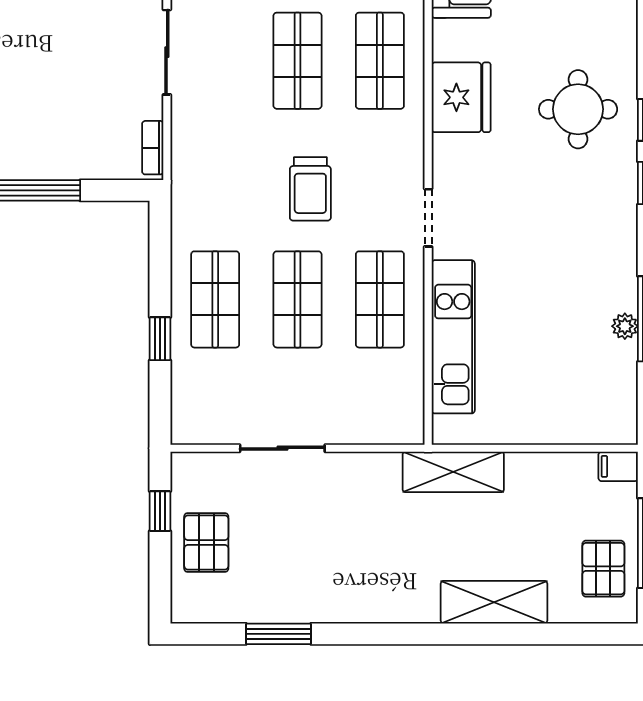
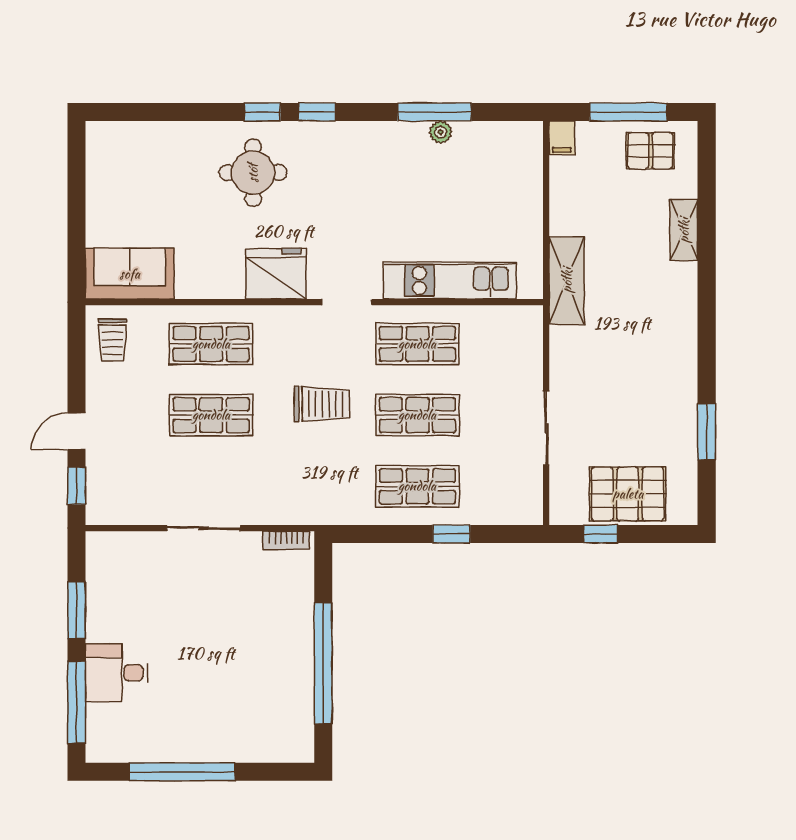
fridge: (461, 97) -> (276, 274), moved
pallet: (206, 542) -> (628, 494), width x1.50, depth x1.42
shelving: (494, 602) -> (684, 230), width x0.67, depth x0.75

